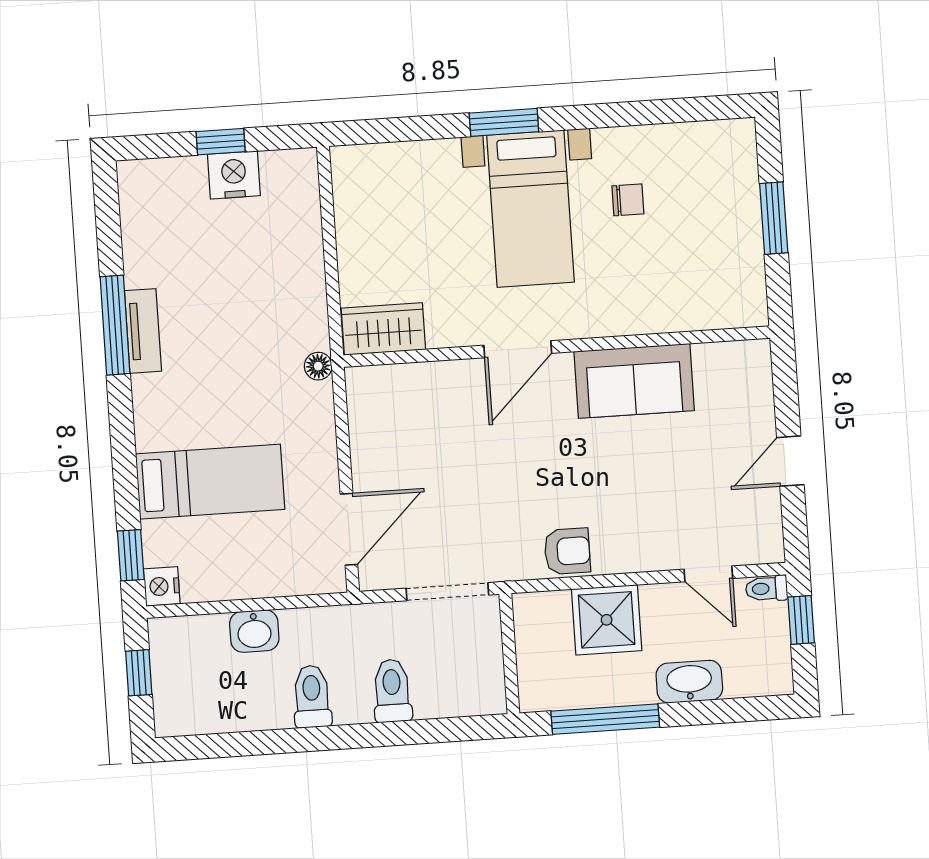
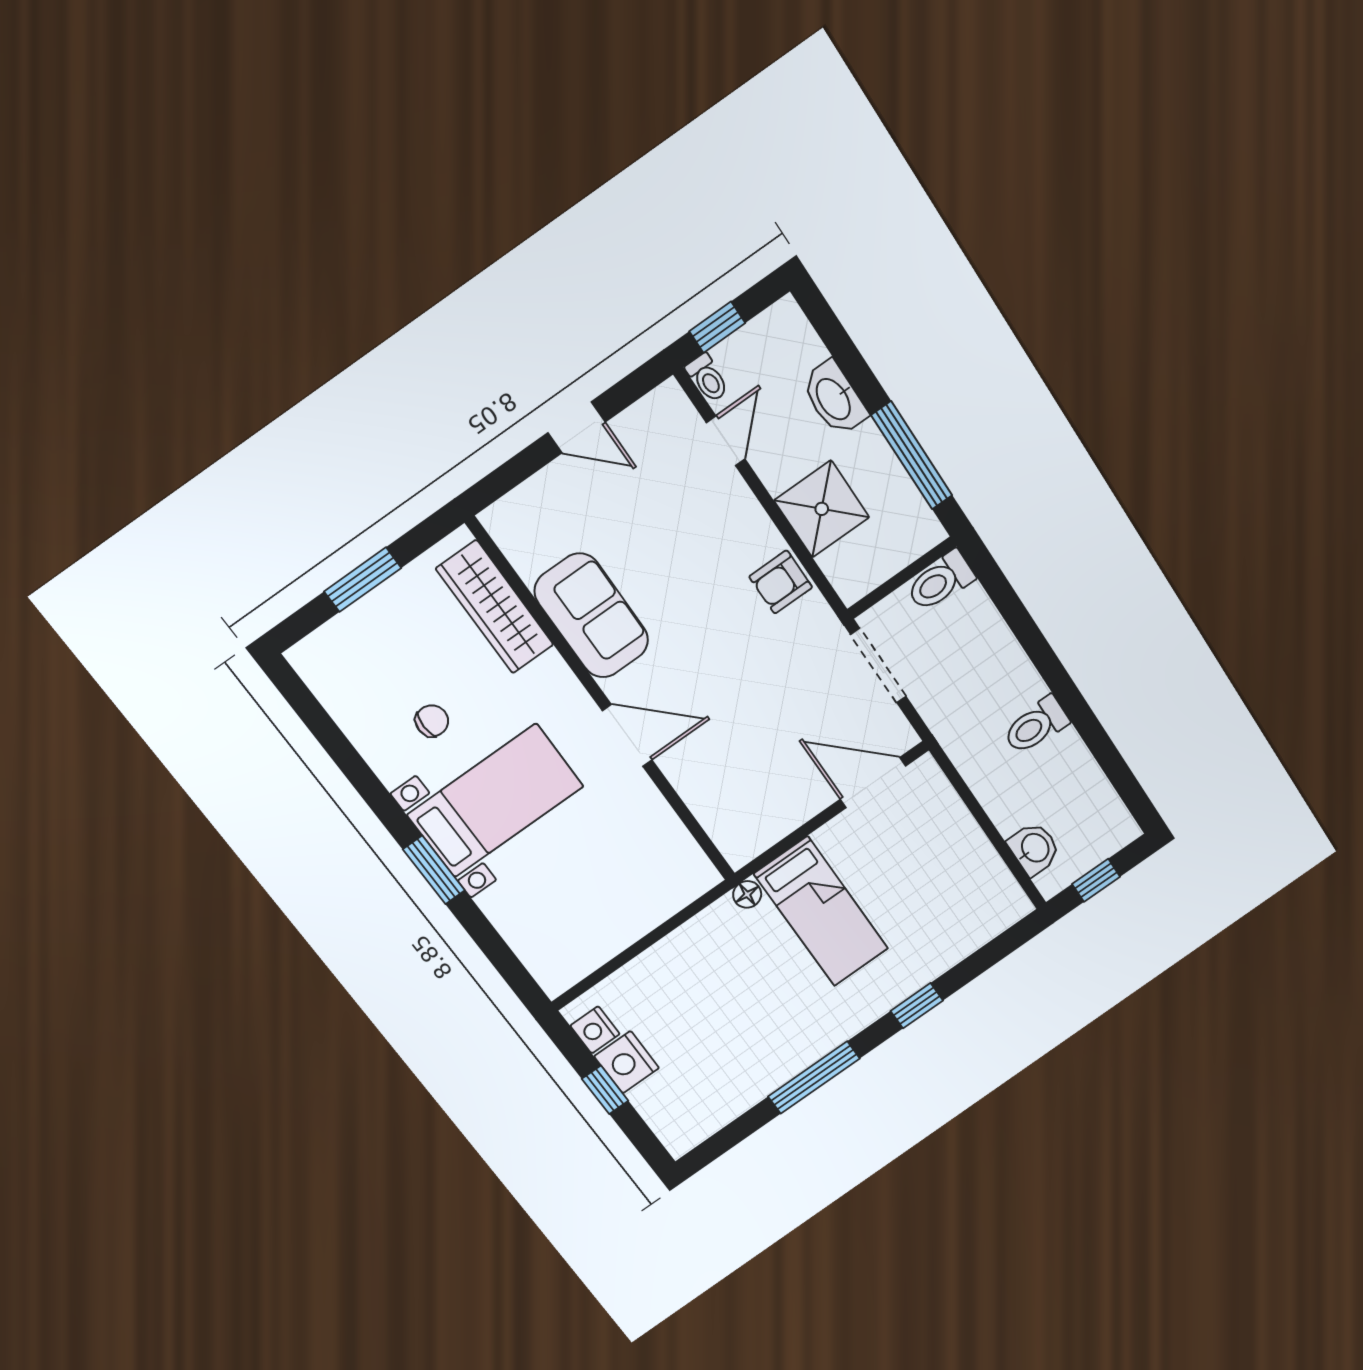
chair: (628, 200) -> (432, 721), turned 90
wardrobe: (383, 329) -> (495, 607), moved, width x1.50
tv unit: (143, 331) -> (805, 1053), removed
bed: (210, 482) -> (821, 911), moved, turned 180
armchair: (567, 551) -> (781, 582), turned -90
window: (131, 555) -> (917, 1006), moved
nightstand: (162, 586) -> (595, 1030), moved, turned 90
washbasin: (254, 631) -> (1034, 848), moved
toilet: (392, 691) -> (941, 581), moved

